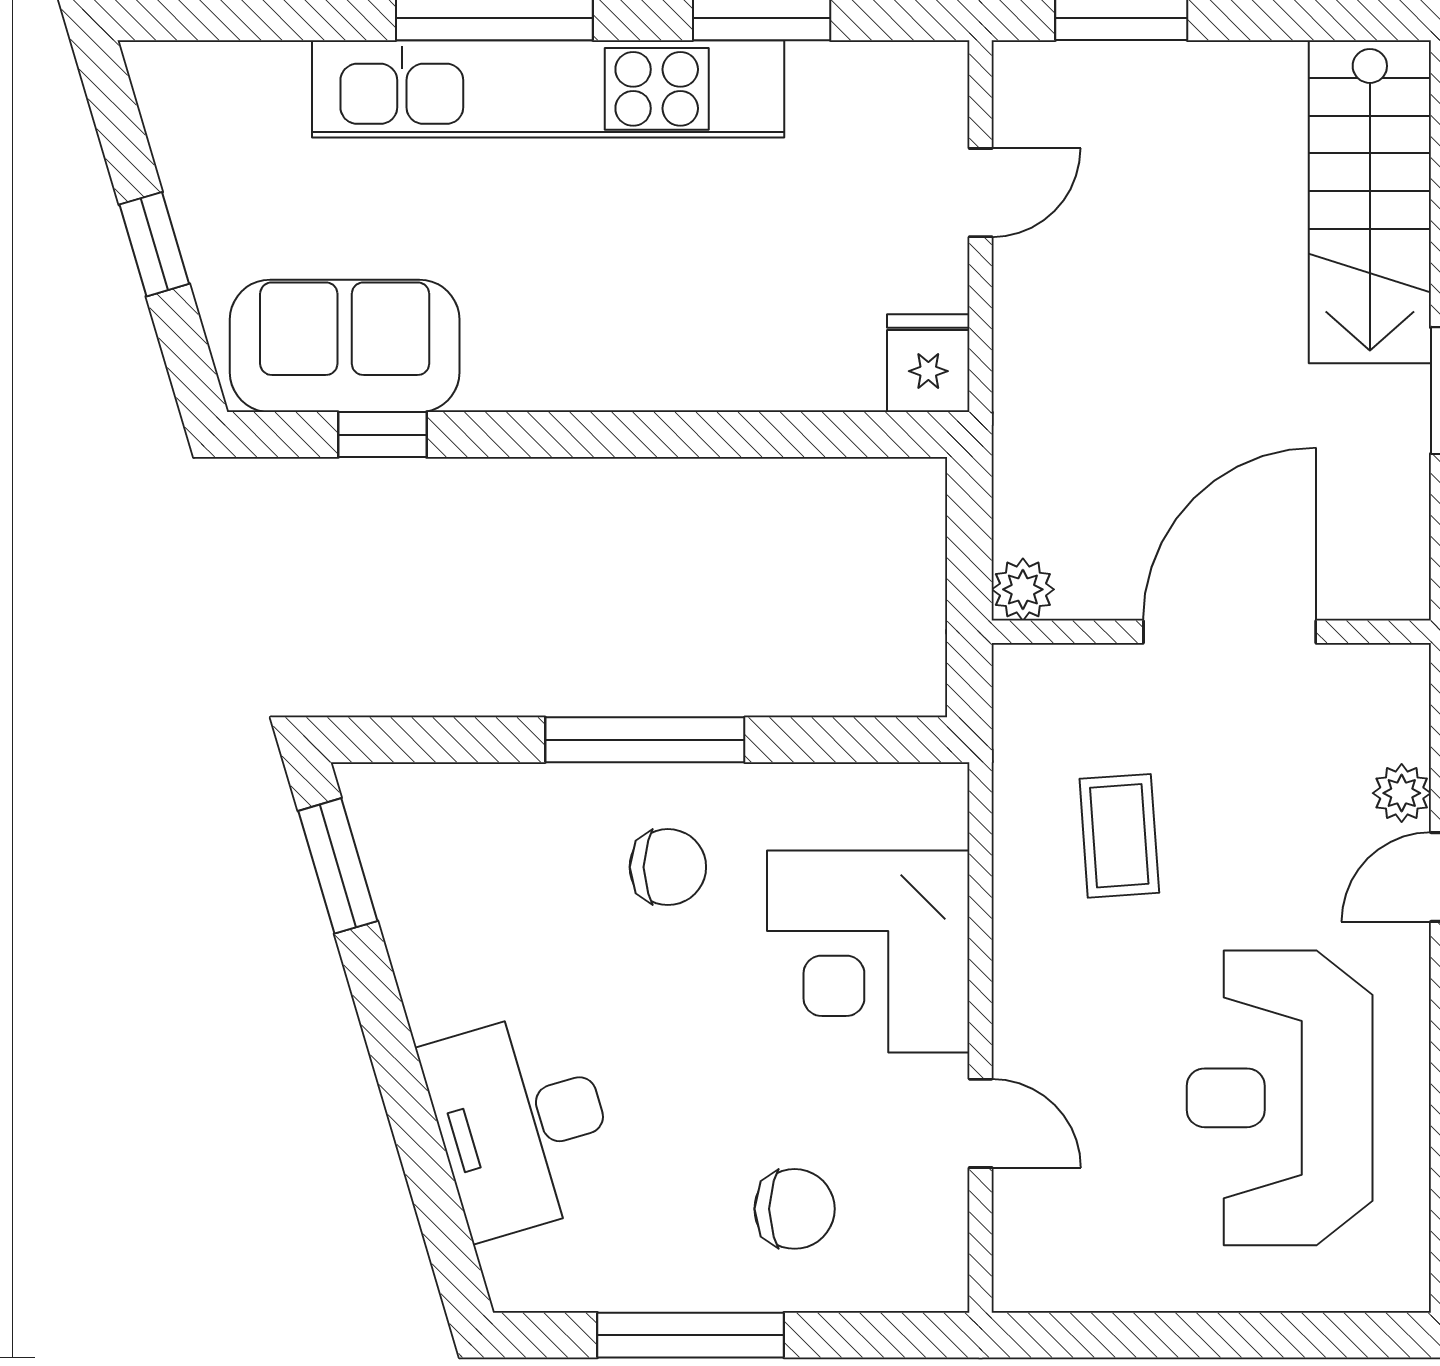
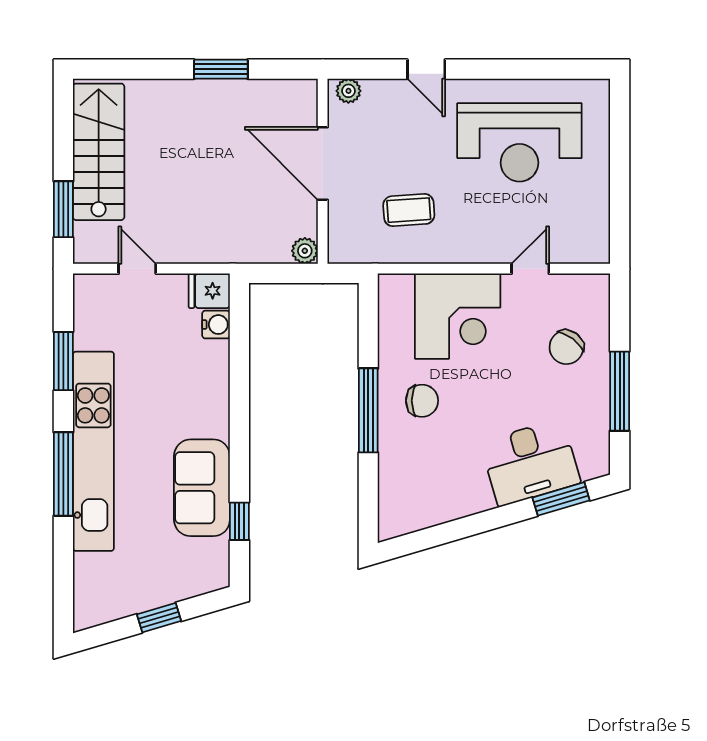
stairs: (1370, 202) -> (99, 152), moved, turned -90
sofa: (345, 346) -> (202, 488), moved
water cooler: (848, 379) -> (216, 325), added
plant: (1402, 793) -> (348, 91), moved
window: (338, 866) -> (561, 499), moved
chair: (668, 867) -> (422, 401), turned 90
chair: (795, 1209) -> (566, 347), turned -143

